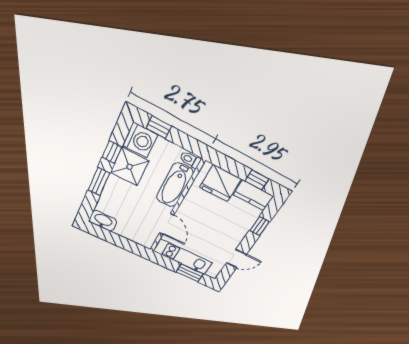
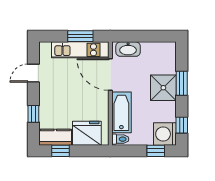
window: (112, 152) -> (182, 125), moved
shower: (130, 167) -> (163, 88), moved
washbasin: (103, 221) -> (128, 49), moved
door: (167, 224) -> (110, 74), width x1.36
window: (190, 273) -> (80, 36), moved

